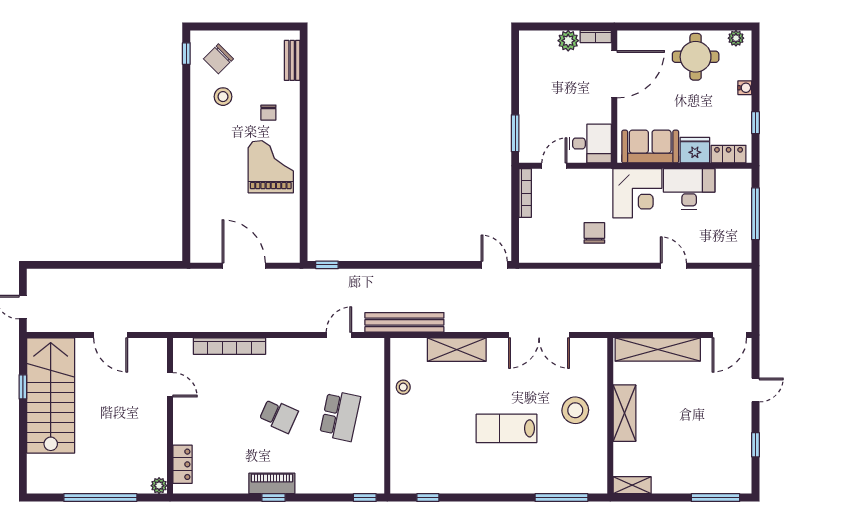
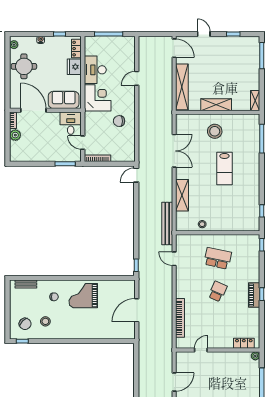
sofa: (650, 147) -> (64, 100), moved, turned 90

